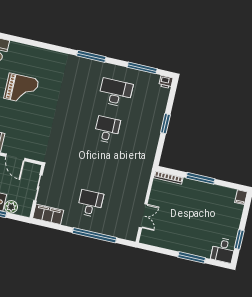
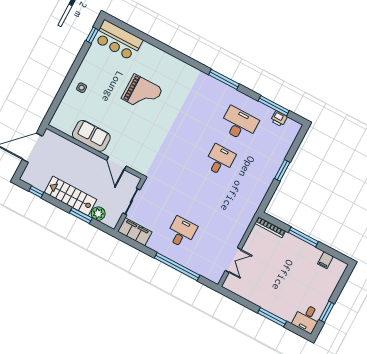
printer: (166, 82) -> (279, 119), moved
filing cabinet: (241, 197) -> (325, 260), moved

